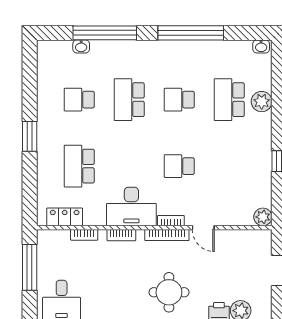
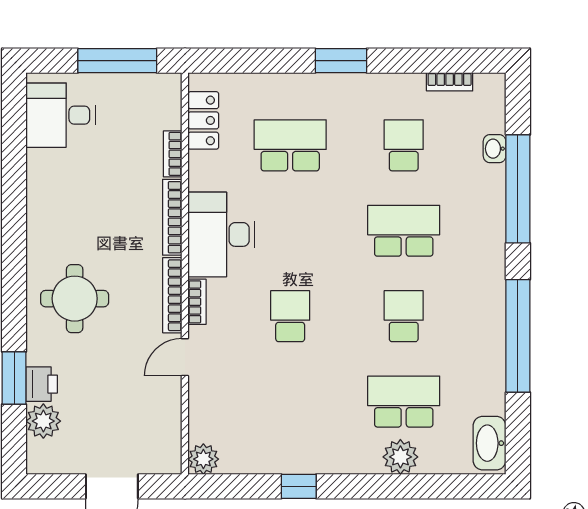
washbasin: (261, 46) -> (489, 443), width x1.91, depth x1.45
bookcase: (42, 73) -> (450, 82), added
bookcase: (121, 235) -> (172, 217), width x1.56

